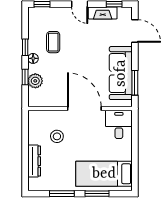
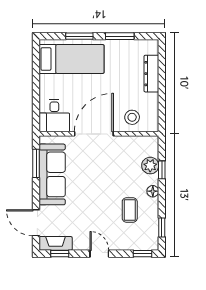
fireplace: (103, 13) -> (56, 243), moved
window: (25, 47) -> (162, 227), moved
door: (84, 108) -> (94, 134), swing flipped
stool: (57, 136) -> (132, 117), moved

